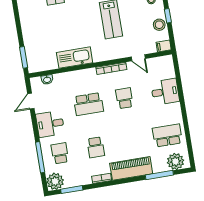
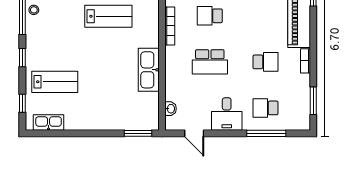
school desk: (89, 104) -> (210, 62), turned 90
plant: (55, 181) -> (300, 120), removed

